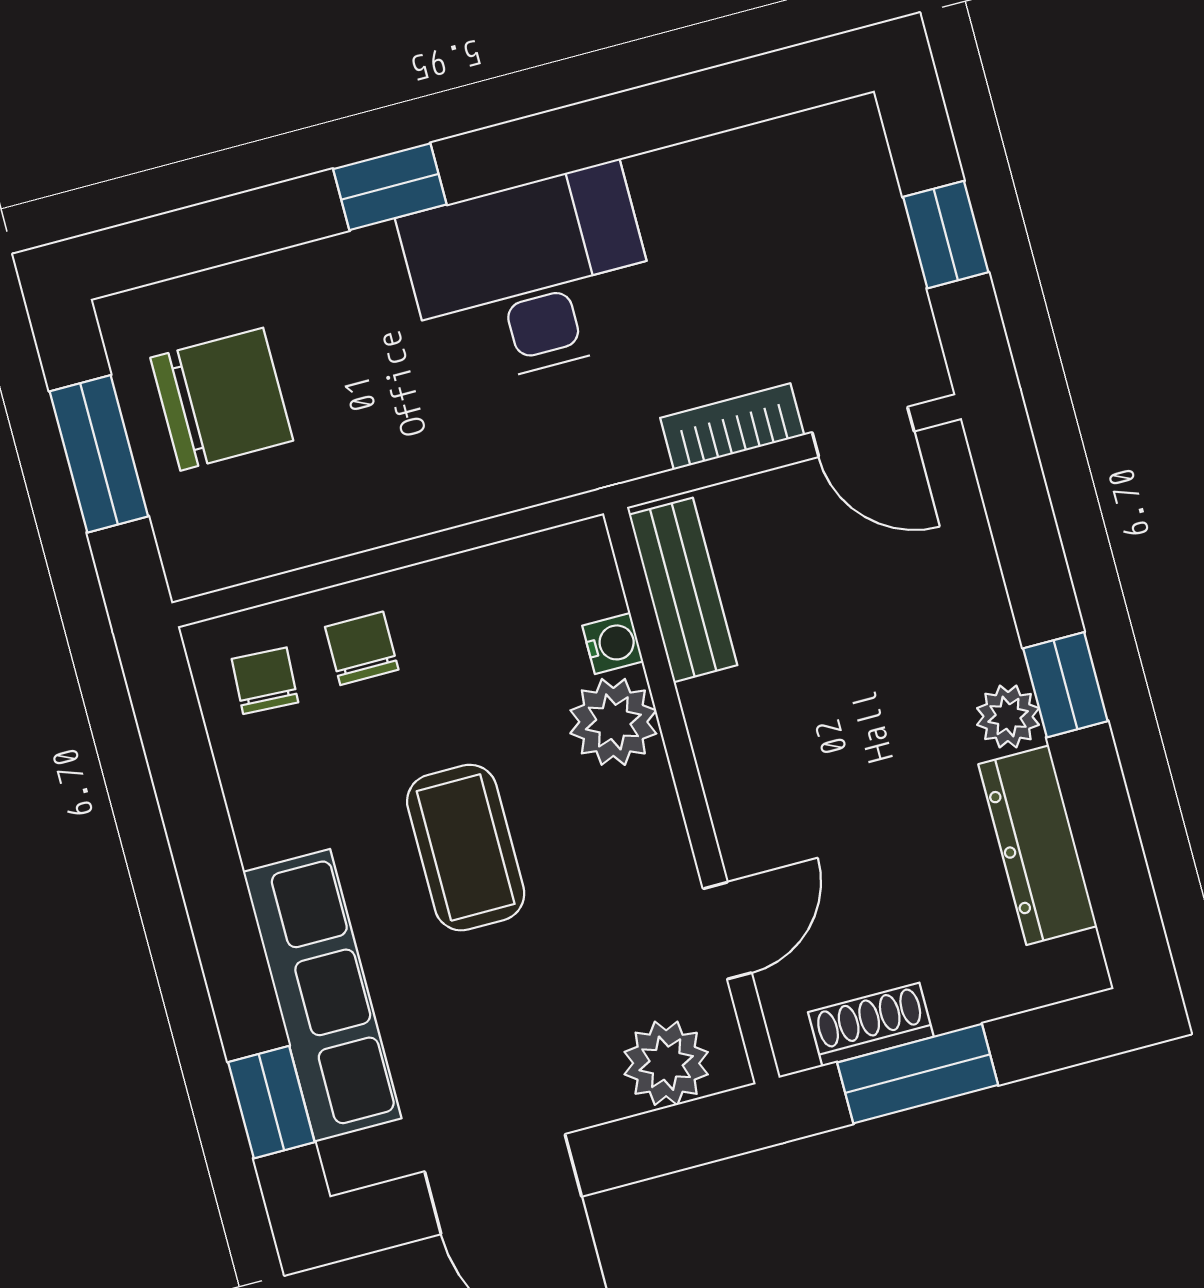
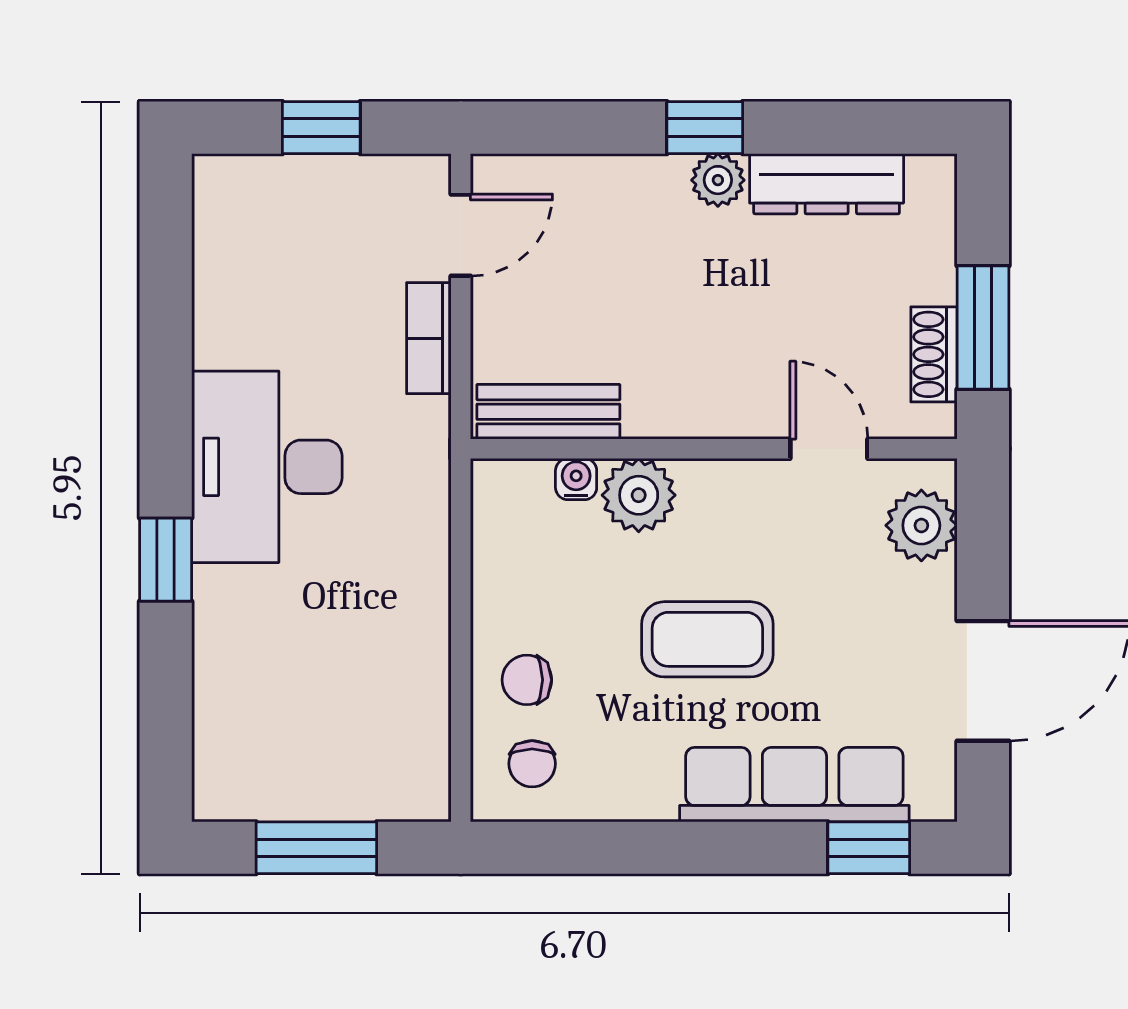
chair: (222, 399) -> (299, 738), removed
chair: (265, 681) -> (532, 764), turned -93

